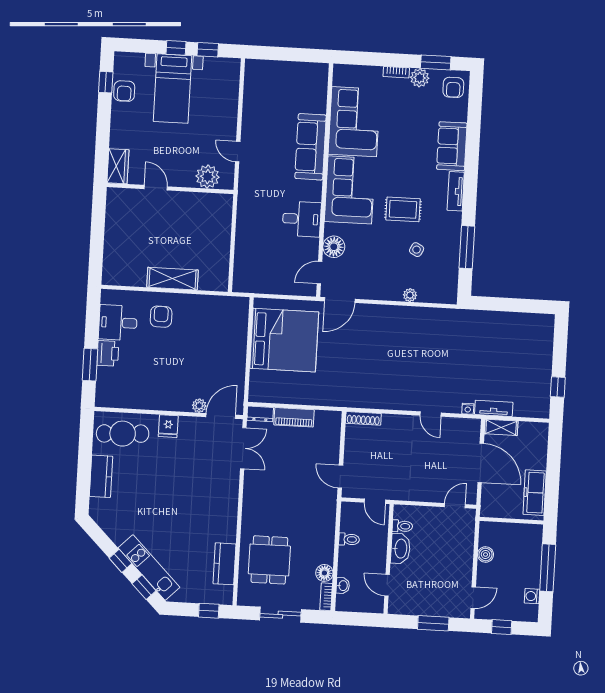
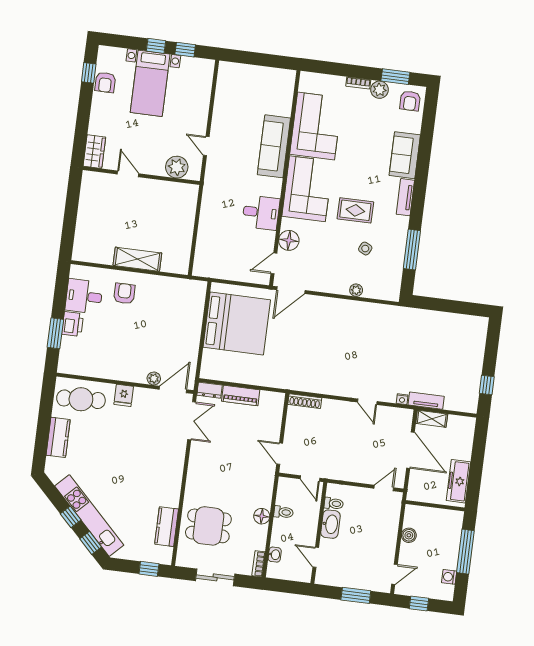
dining table: (269, 560) -> (208, 526), turned 90
kitchen unit: (149, 568) -> (89, 516), width x1.36
floor lamp: (324, 573) -> (262, 516), moved

